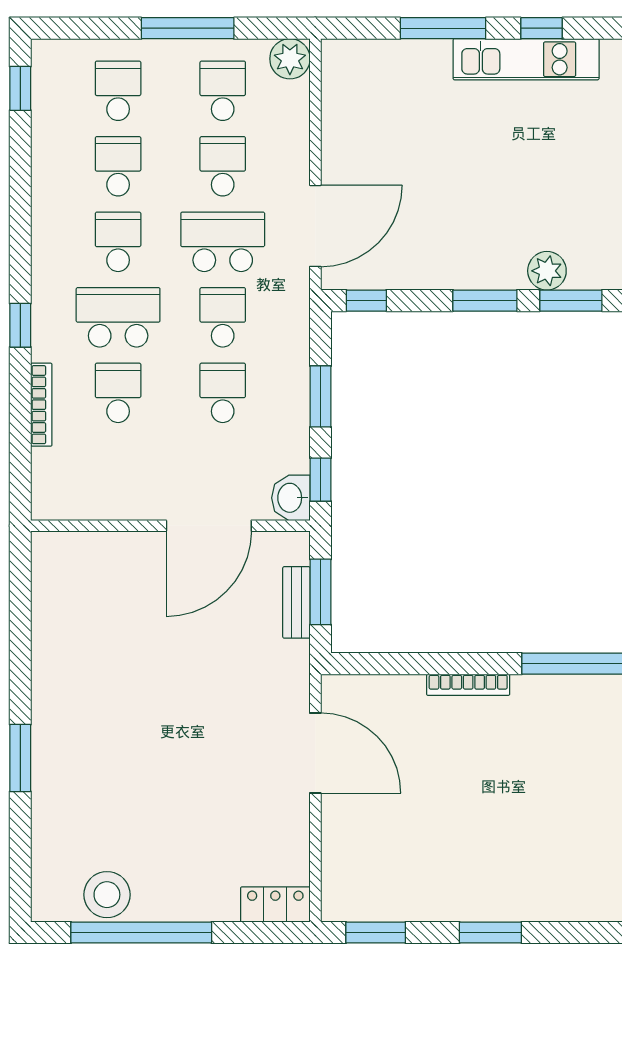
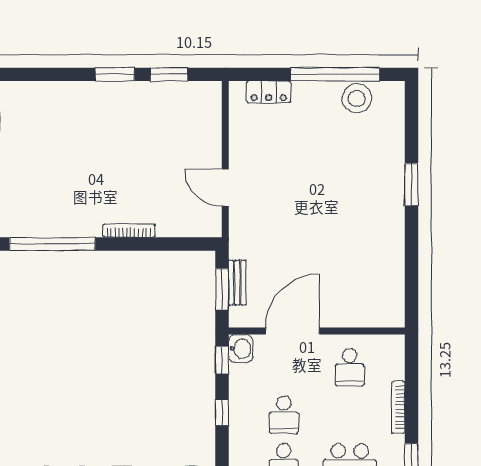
school desk: (118, 393) -> (350, 367), moved
window: (321, 396) -> (222, 413), width x0.67
door: (315, 753) -> (225, 188), width x0.73
locker: (275, 904) -> (269, 92), moved
window: (376, 933) -> (169, 74), moved

